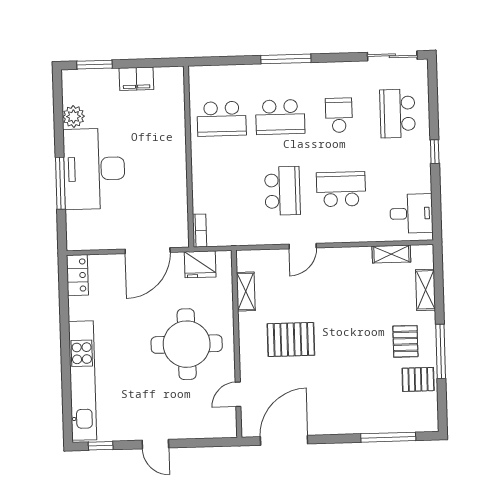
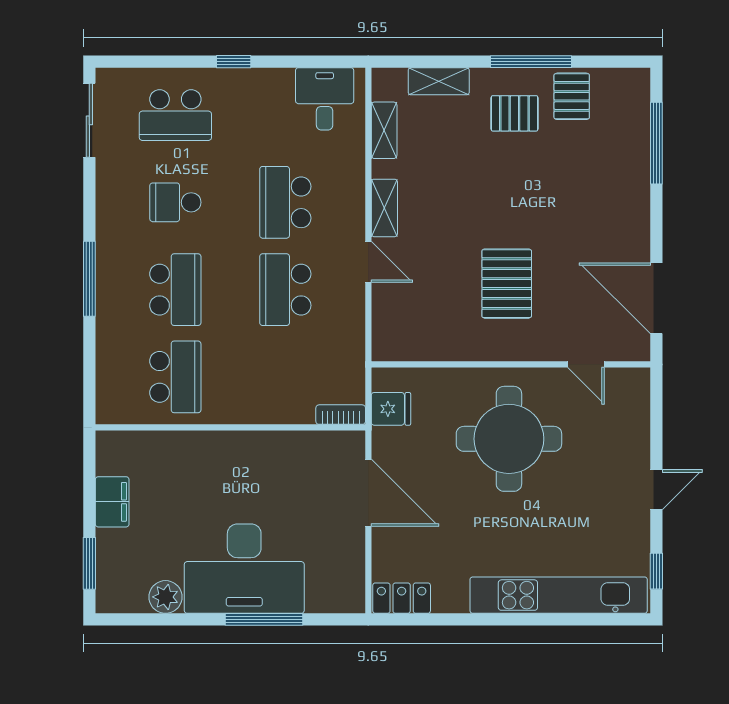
school desk: (282, 191) -> (285, 290), turned -90
fridge: (200, 264) -> (391, 409), width x0.72
shelving: (246, 292) -> (384, 208), moved, turned 90

